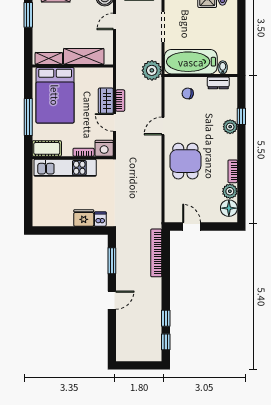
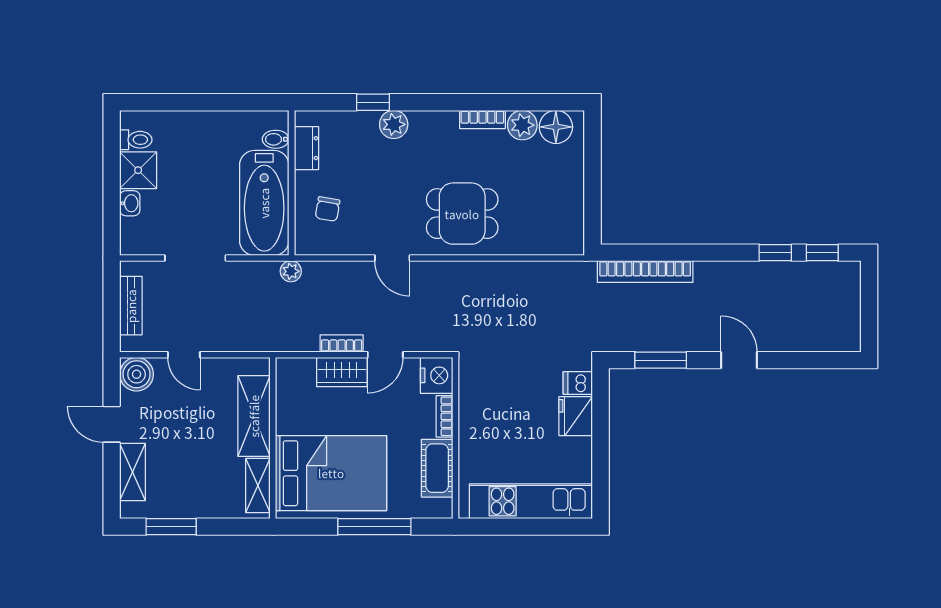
plant: (152, 70) -> (291, 271), width x0.53, depth x0.53
cot: (47, 148) -> (437, 468), moved
kitchen unit: (65, 168) -> (531, 501), moved, turned -90
door: (192, 226) -> (592, 201), removed

